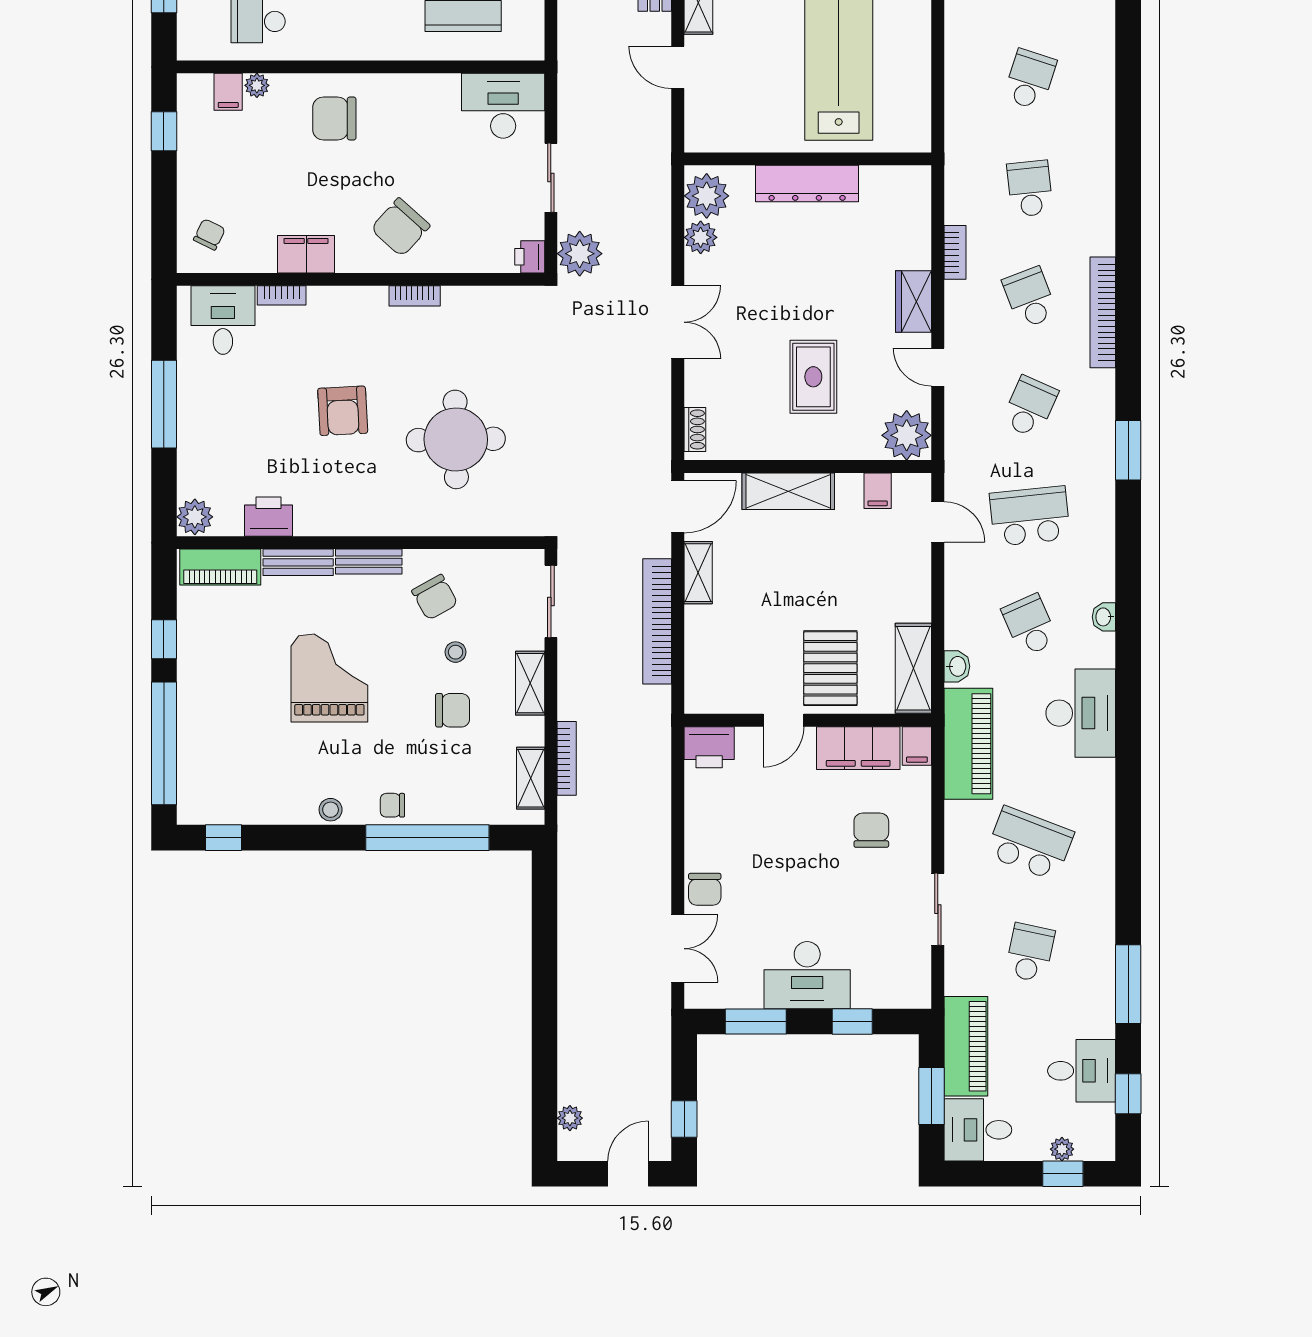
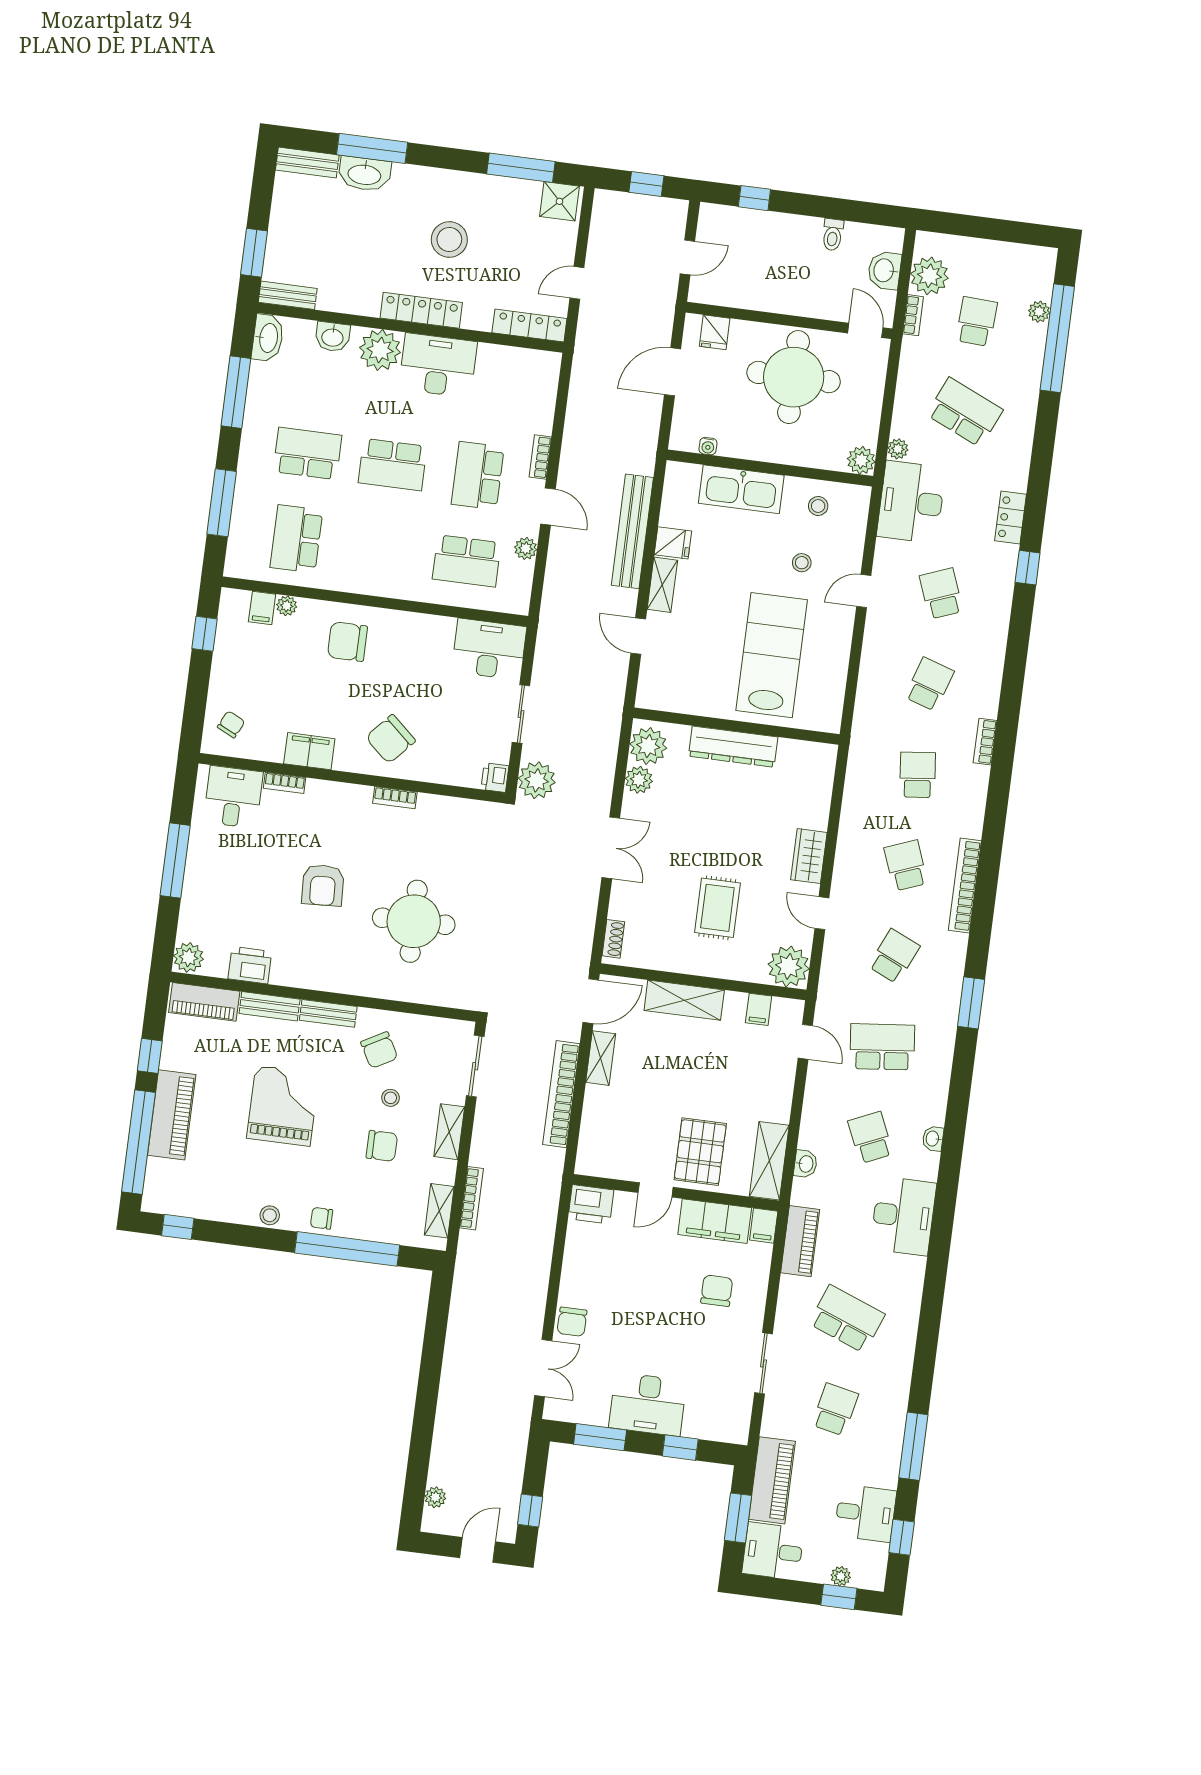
bookcase: (955, 252) -> (985, 742), moved, turned 180
piano: (199, 706) -> (172, 1115), added
piano: (968, 744) -> (800, 1241), width x0.73, depth x0.75

